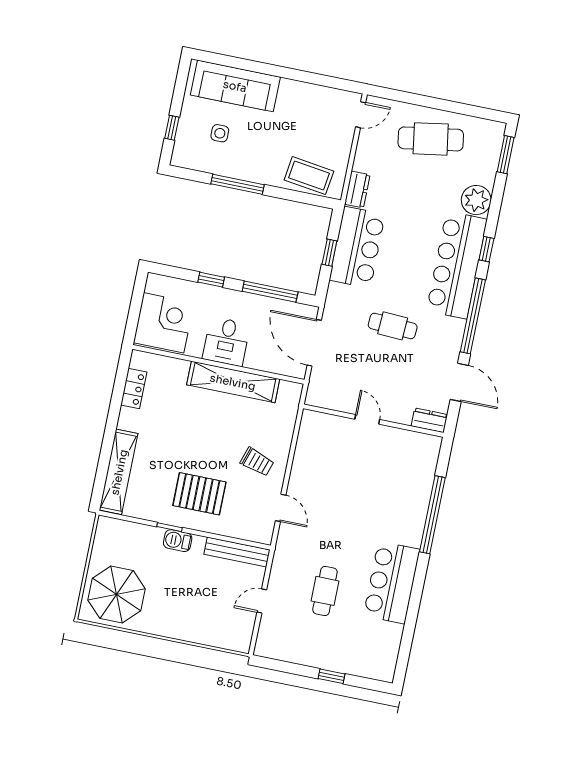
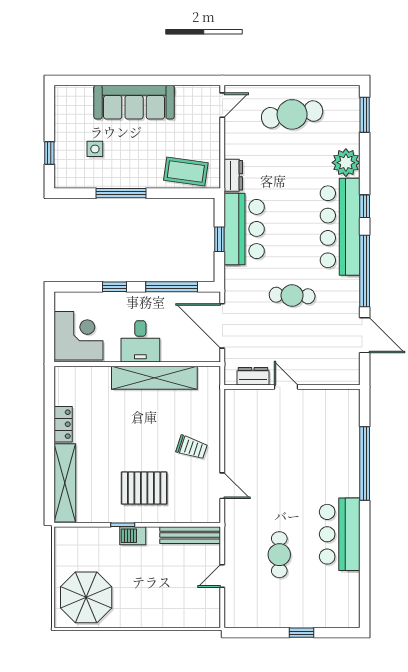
sofa: (235, 86) -> (134, 102), moved
locker: (134, 389) -> (63, 424), moved
dresser: (429, 420) -> (253, 376), moved

